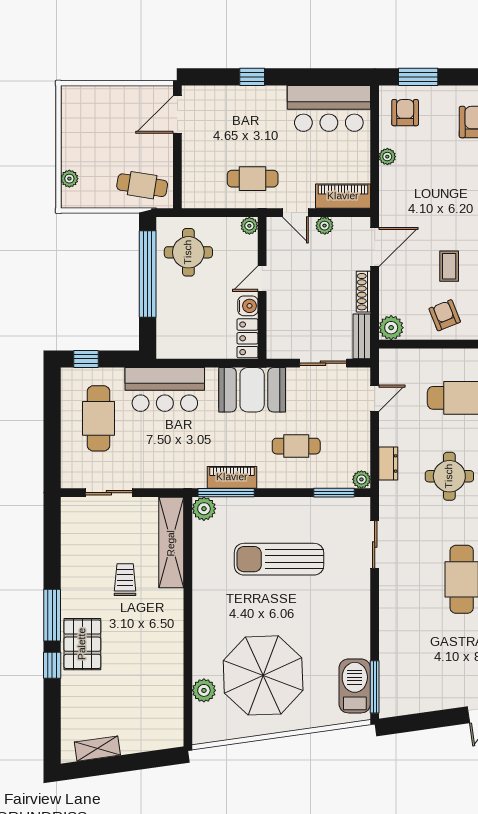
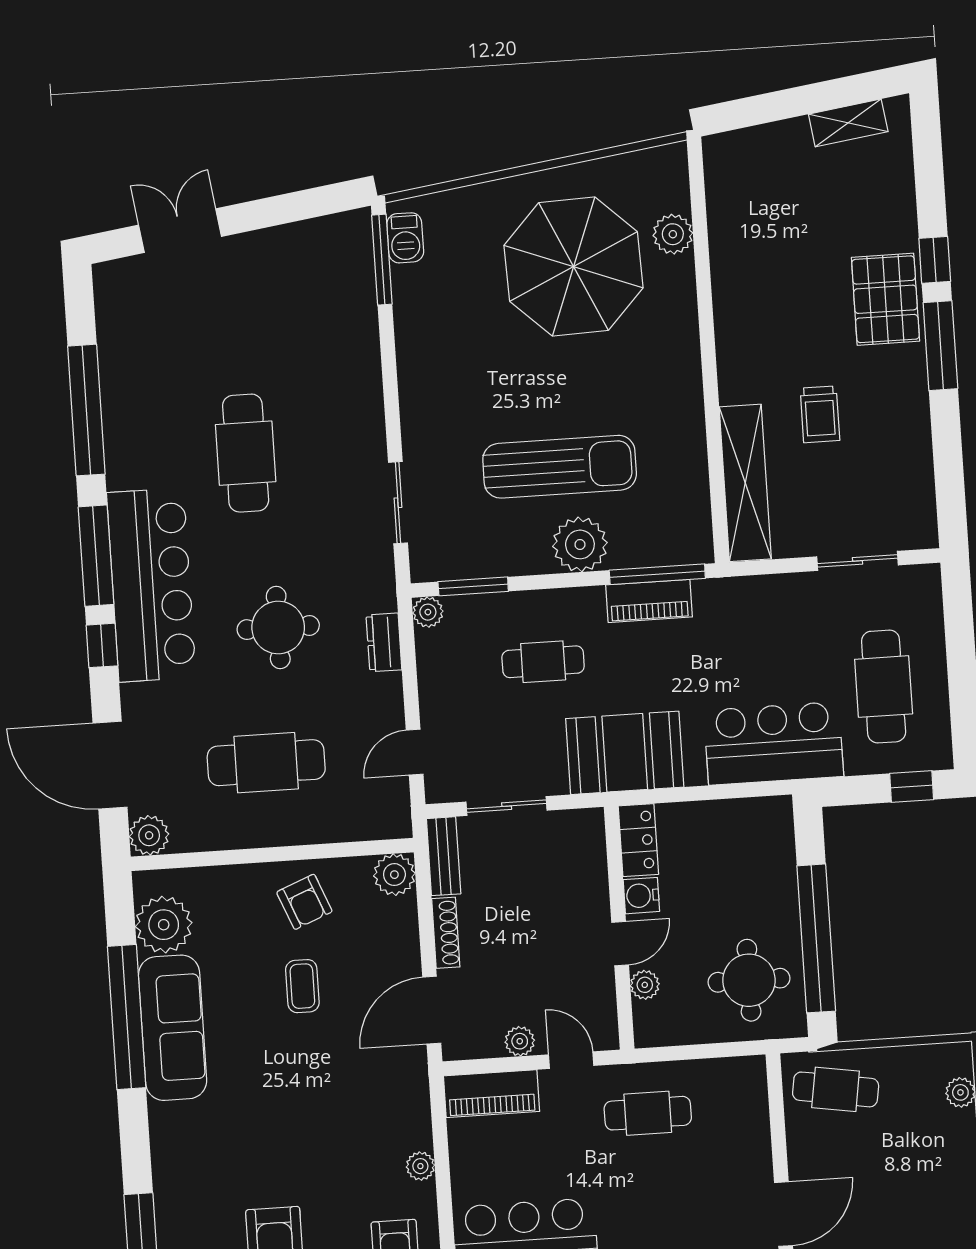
plant: (249, 226) -> (645, 985), moved
plant: (204, 509) -> (580, 544), moved, width x1.36, depth x1.36
barbecue: (355, 686) -> (405, 238), width x0.53, depth x0.65

